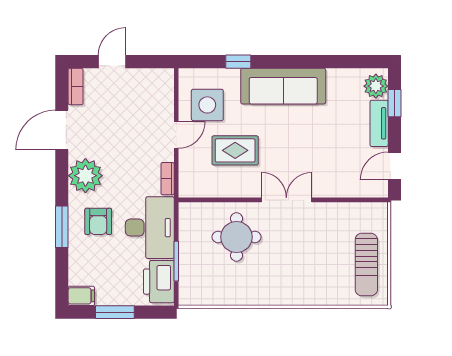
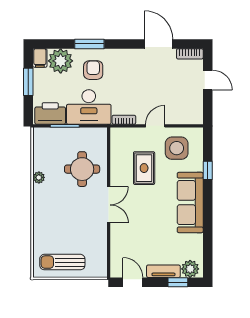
door: (176, 135) -> (155, 126), swing flipped
plant: (85, 176) -> (61, 61), moved
armchair: (98, 221) -> (93, 70), turned 90
plant: (248, 297) -> (39, 177), added

